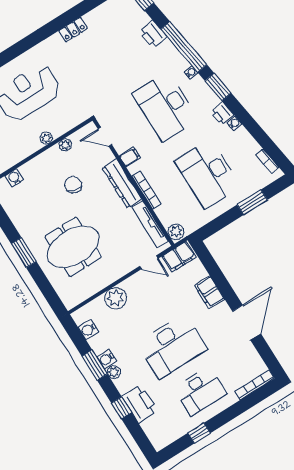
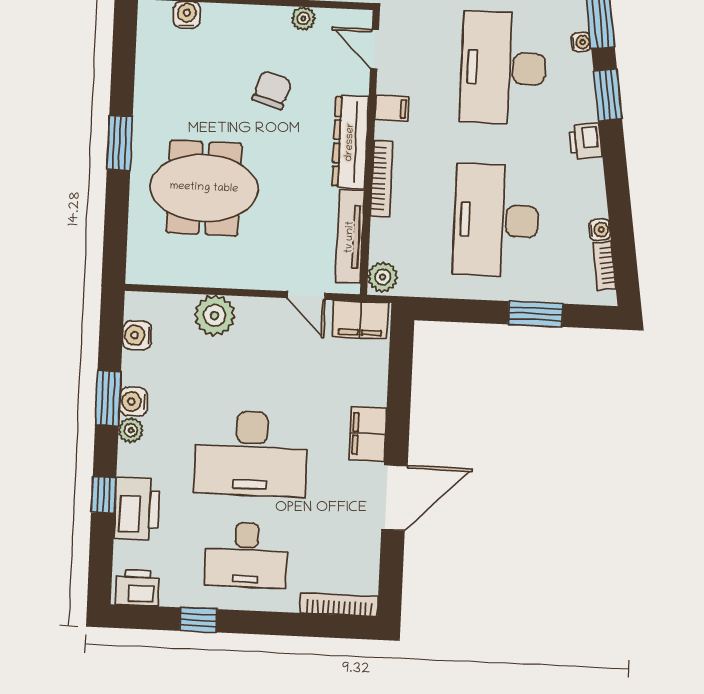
water cooler: (234, 123) -> (600, 230), moved
filing cabinet: (209, 292) -> (368, 434), moved
printer: (163, 437) -> (137, 588), added

